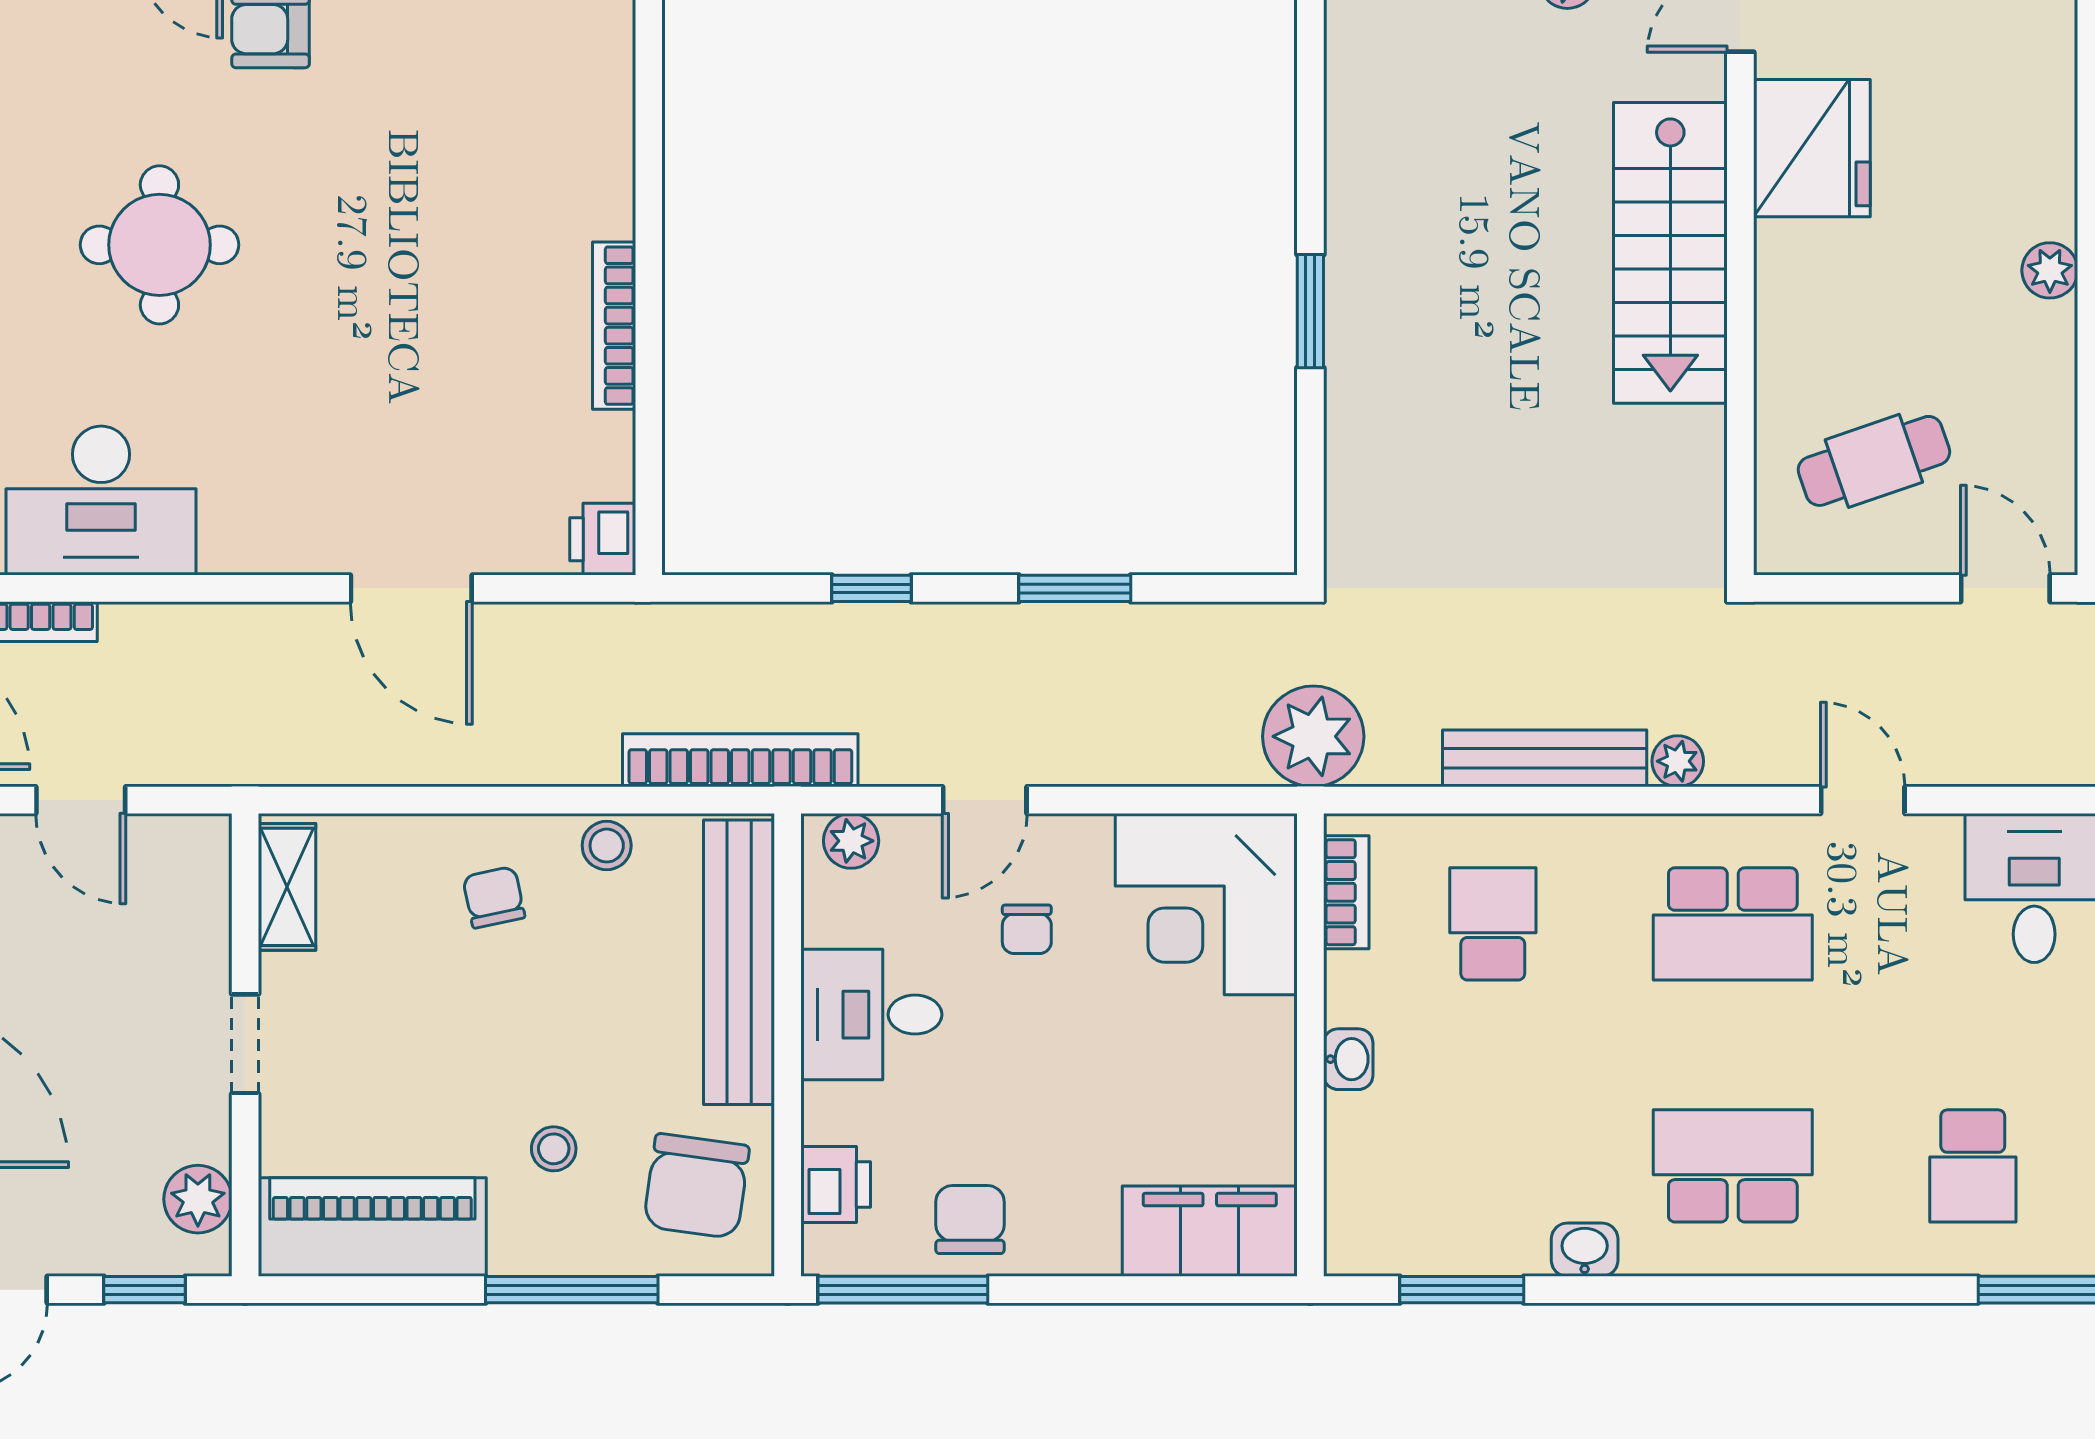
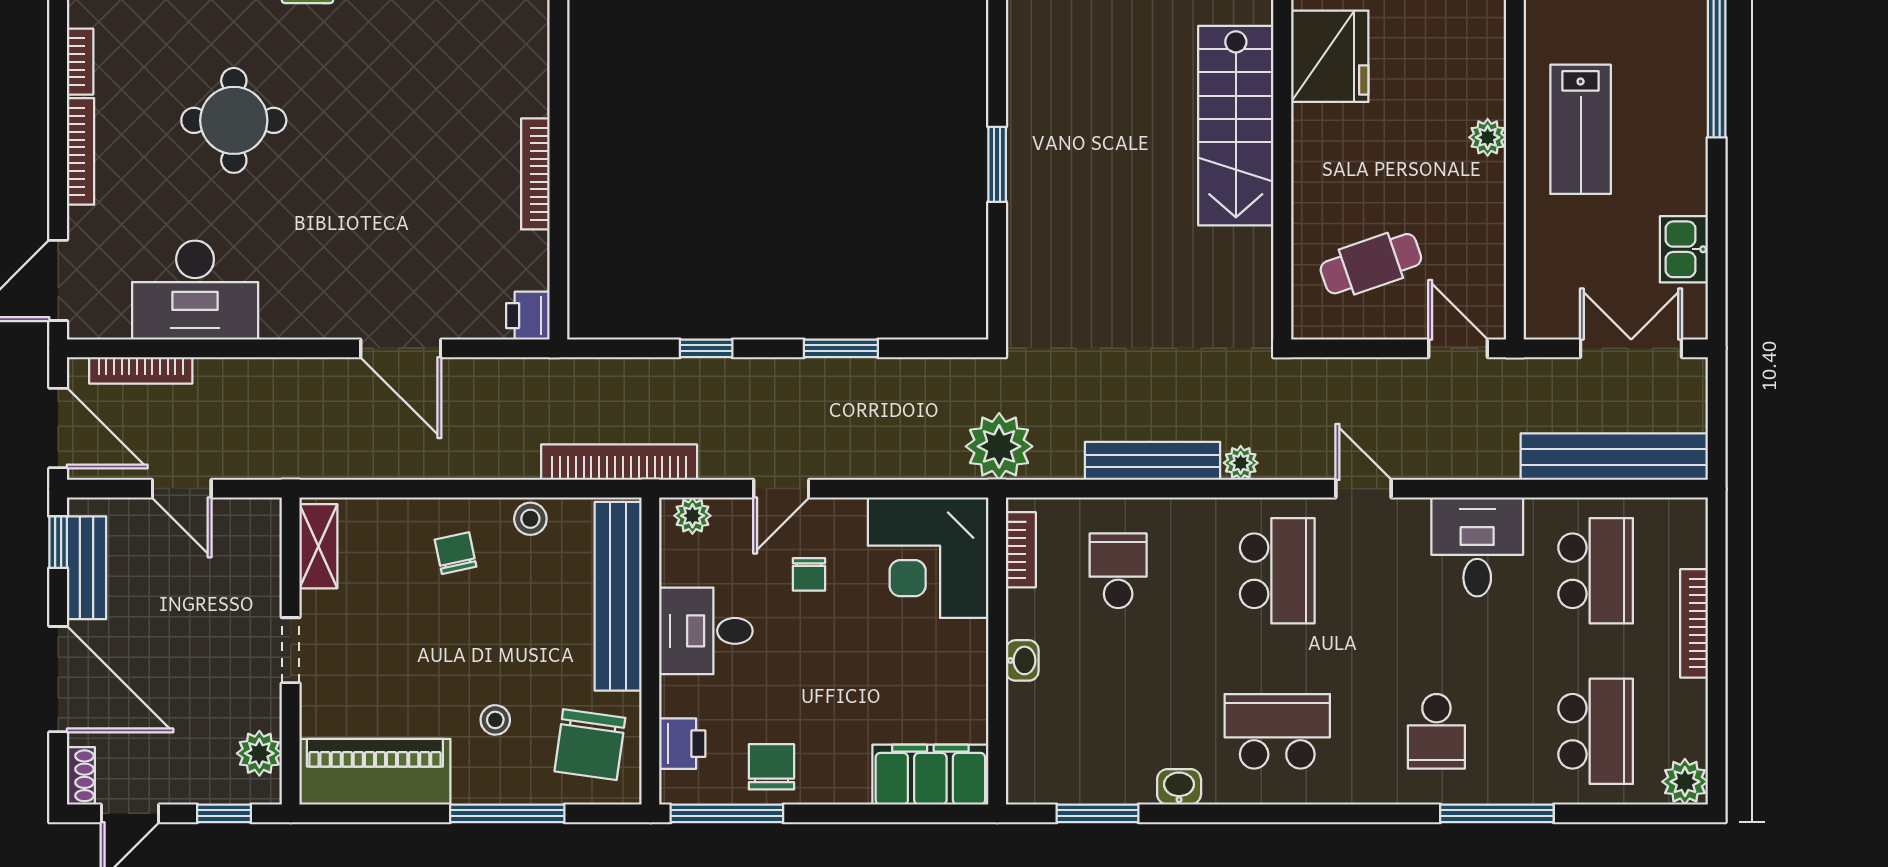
school desk: (1733, 924) -> (1277, 571), turned -90

